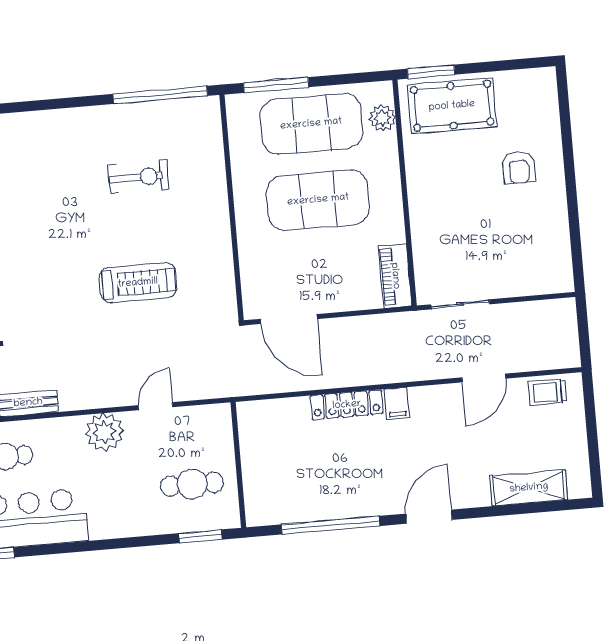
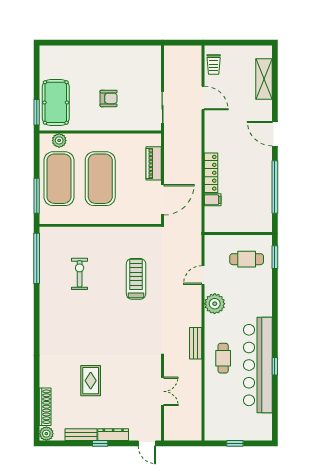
armchair: (519, 167) -> (109, 98), moved
piano: (395, 276) -> (154, 163), moved, turned 90
filing cabinet: (397, 403) -> (213, 200), moved
door: (156, 406) -> (203, 275), hinge flipped
cafe table: (192, 484) -> (247, 259), turned 90

